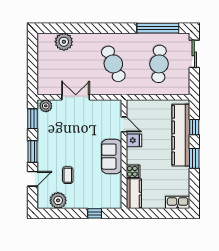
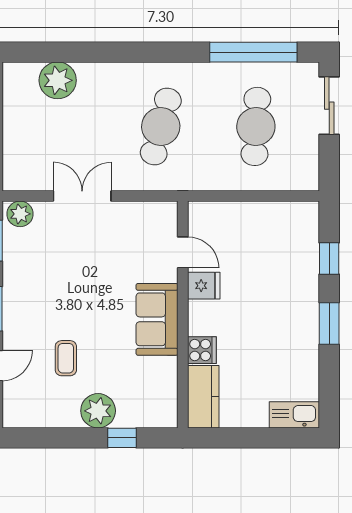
cafe table: (113, 64) -> (161, 126), turned 39
kitchen counter: (181, 135) -> (301, 275), removed
plant: (58, 200) -> (98, 411), moved

